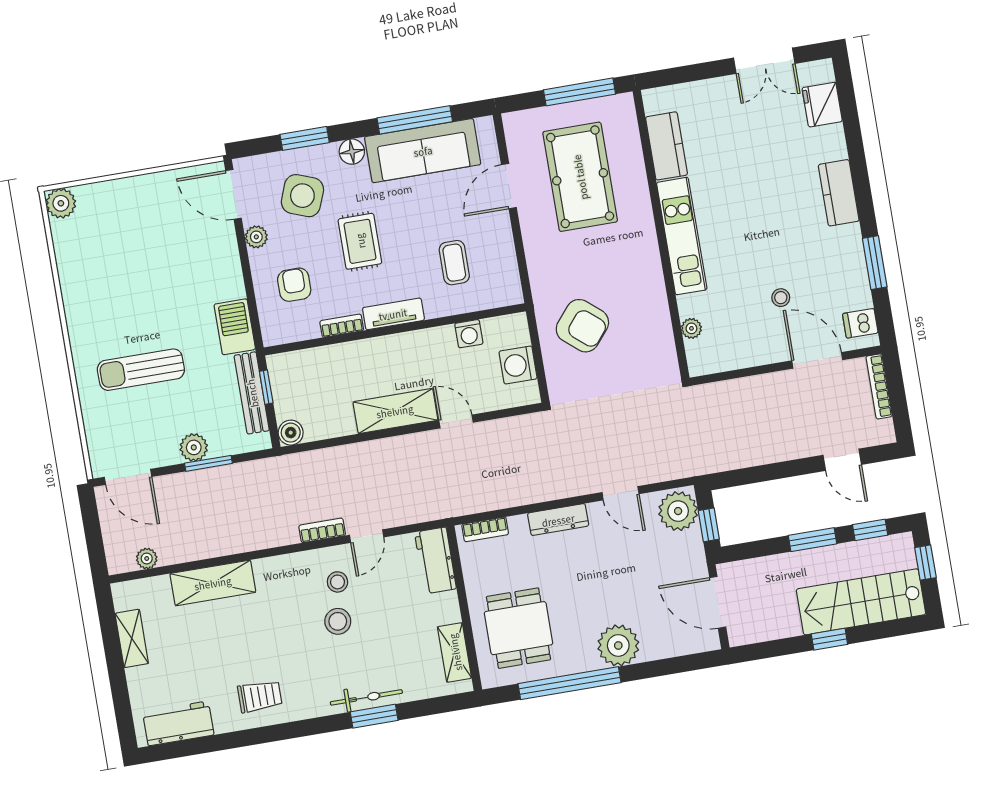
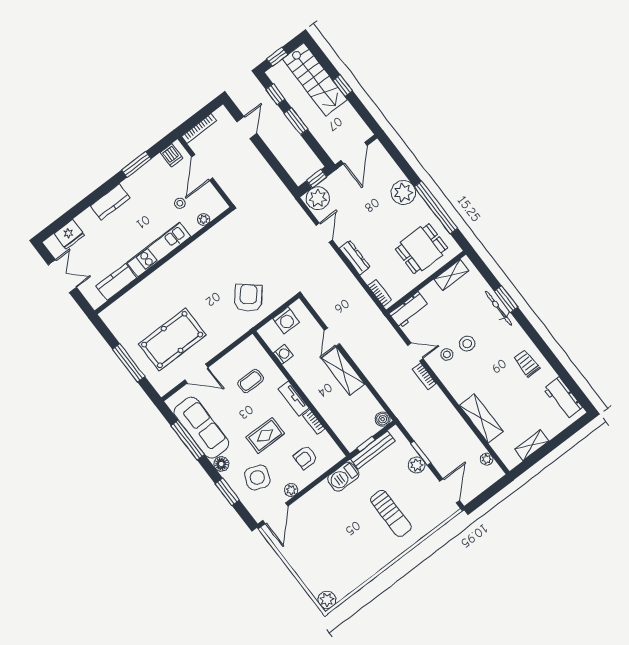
kitchen counter: (666, 146) -> (116, 282), moved
wall: (661, 235) -> (164, 261), moved
kitchen unit: (682, 236) -> (159, 250), moved
plant: (691, 328) -> (204, 220), moved

